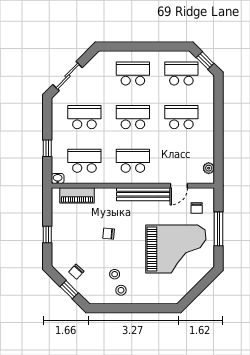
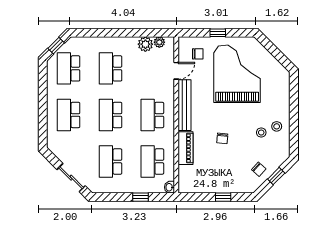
plant: (207, 154) -> (145, 44), added
door: (179, 186) -> (176, 71), hinge flipped
piano: (77, 195) -> (186, 148), moved
window: (219, 229) -> (218, 33), width x0.46

